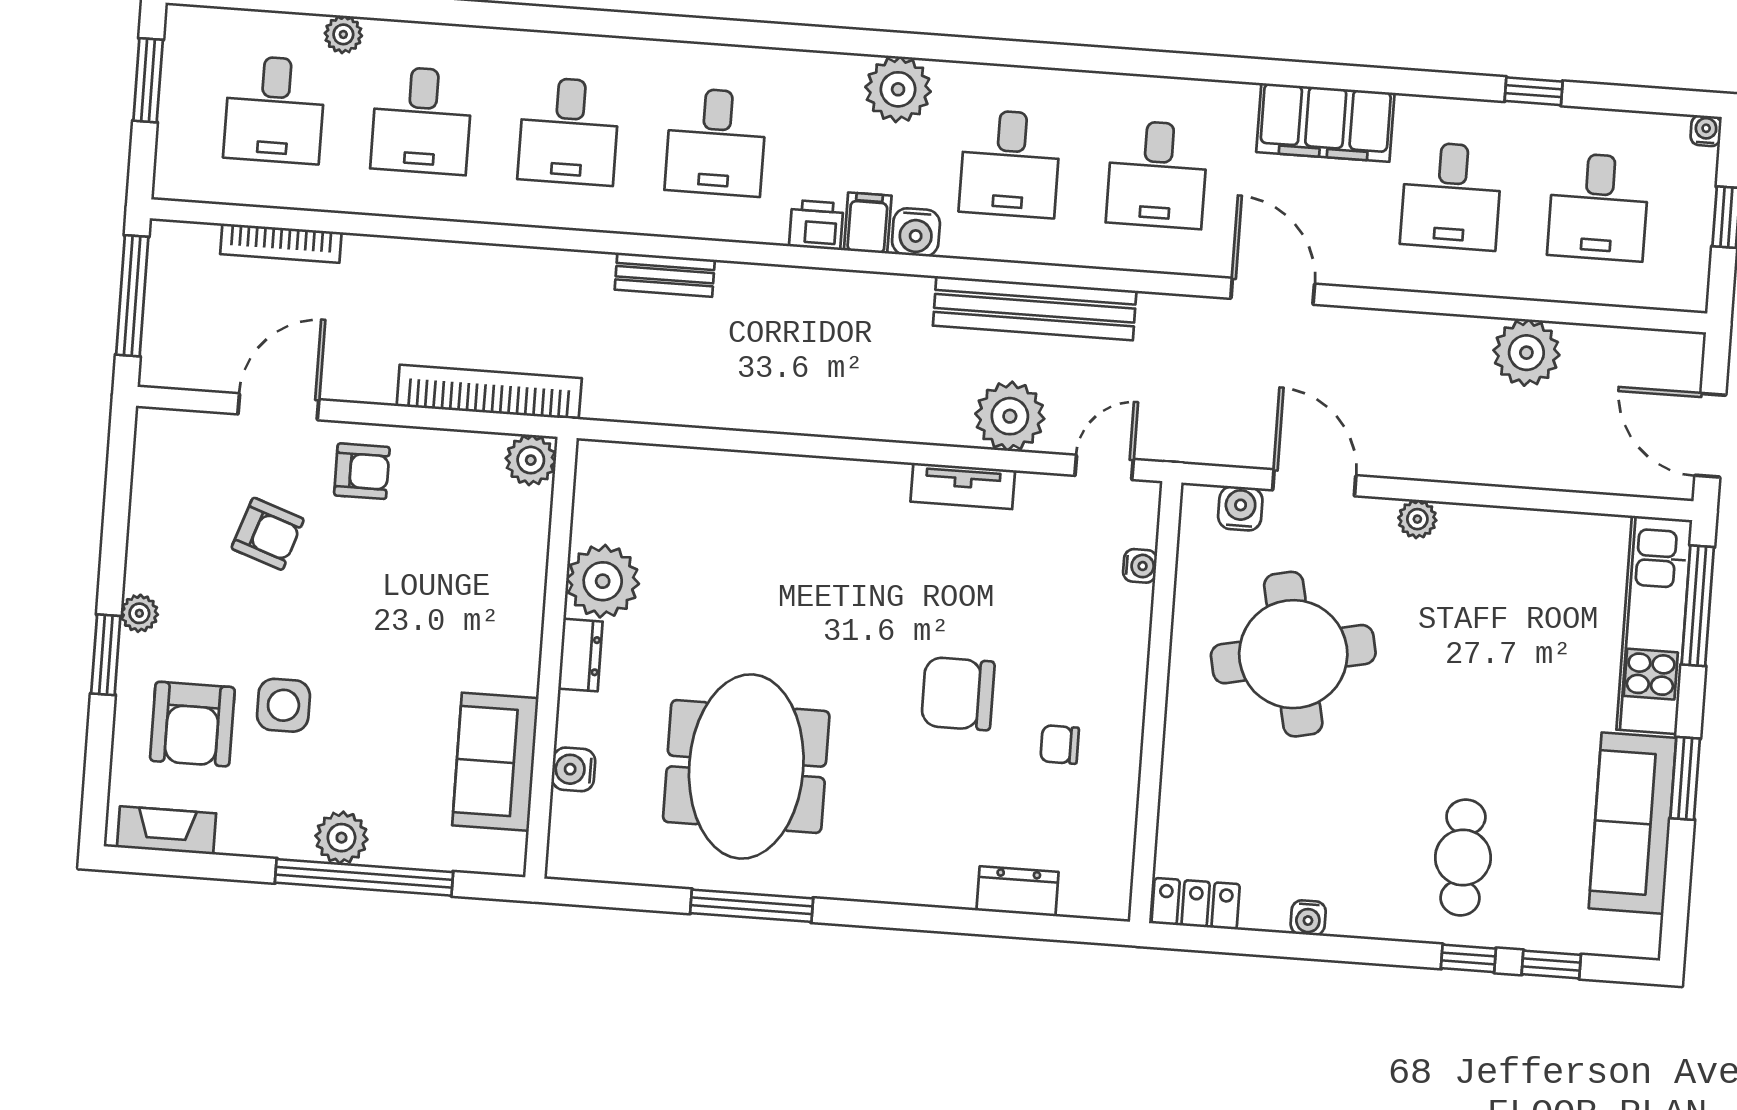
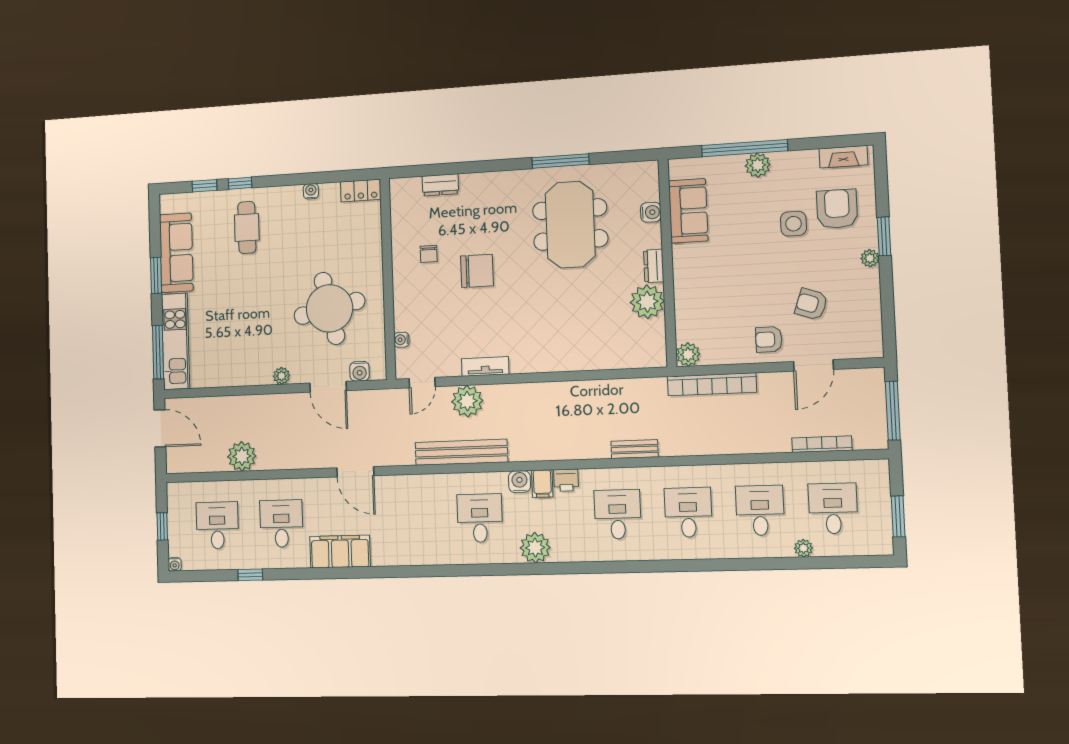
desk: (1157, 174) -> (413, 520), removed
chair: (1060, 745) -> (429, 254), turned 90

